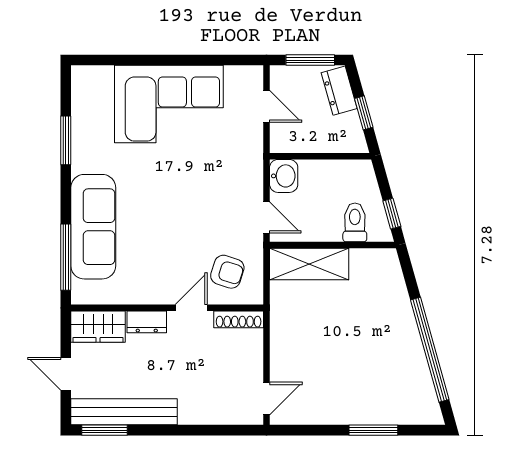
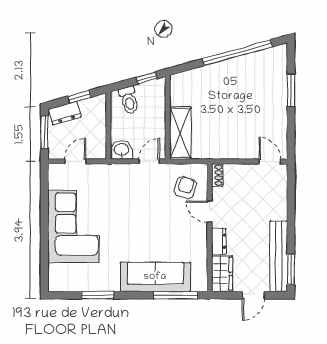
toilet: (355, 222) -> (129, 100), moved, turned -106
shoe rack: (239, 319) -> (217, 175), width x0.70

